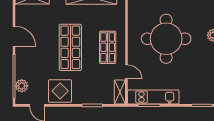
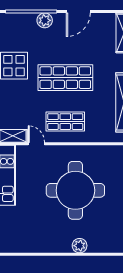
door: (127, 72) -> (36, 144), swing flipped
plant: (22, 86) -> (45, 20), moved

